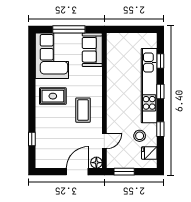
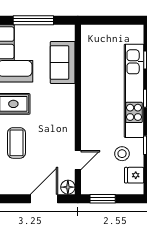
sofa: (92, 50) -> (63, 63), moved
coffee table: (83, 110) -> (17, 143), moved

